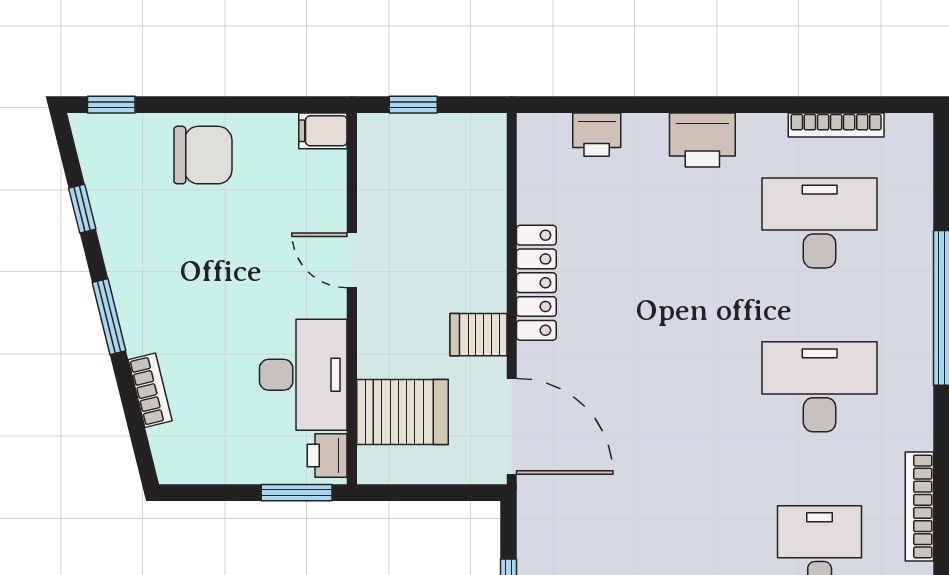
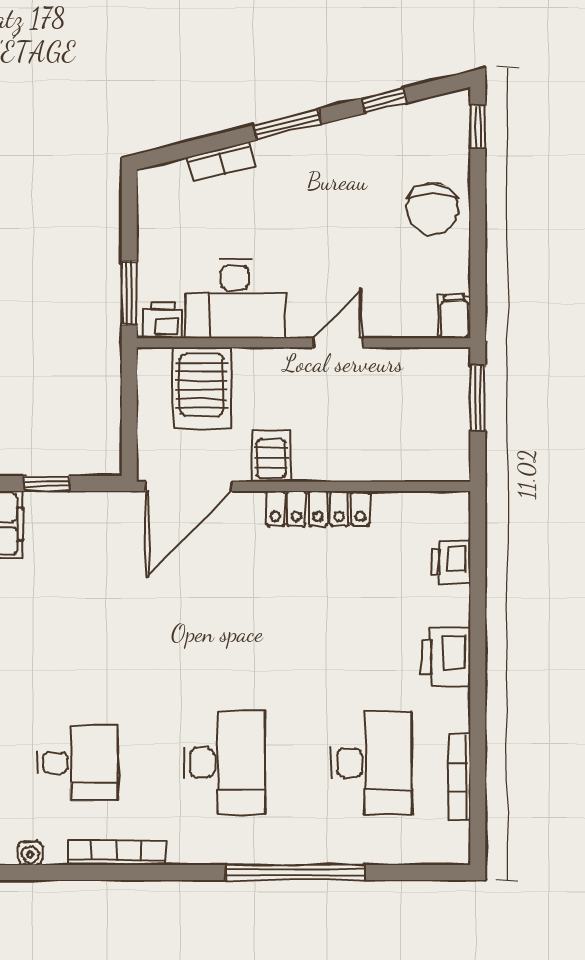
window: (413, 105) -> (478, 398), width x1.50

